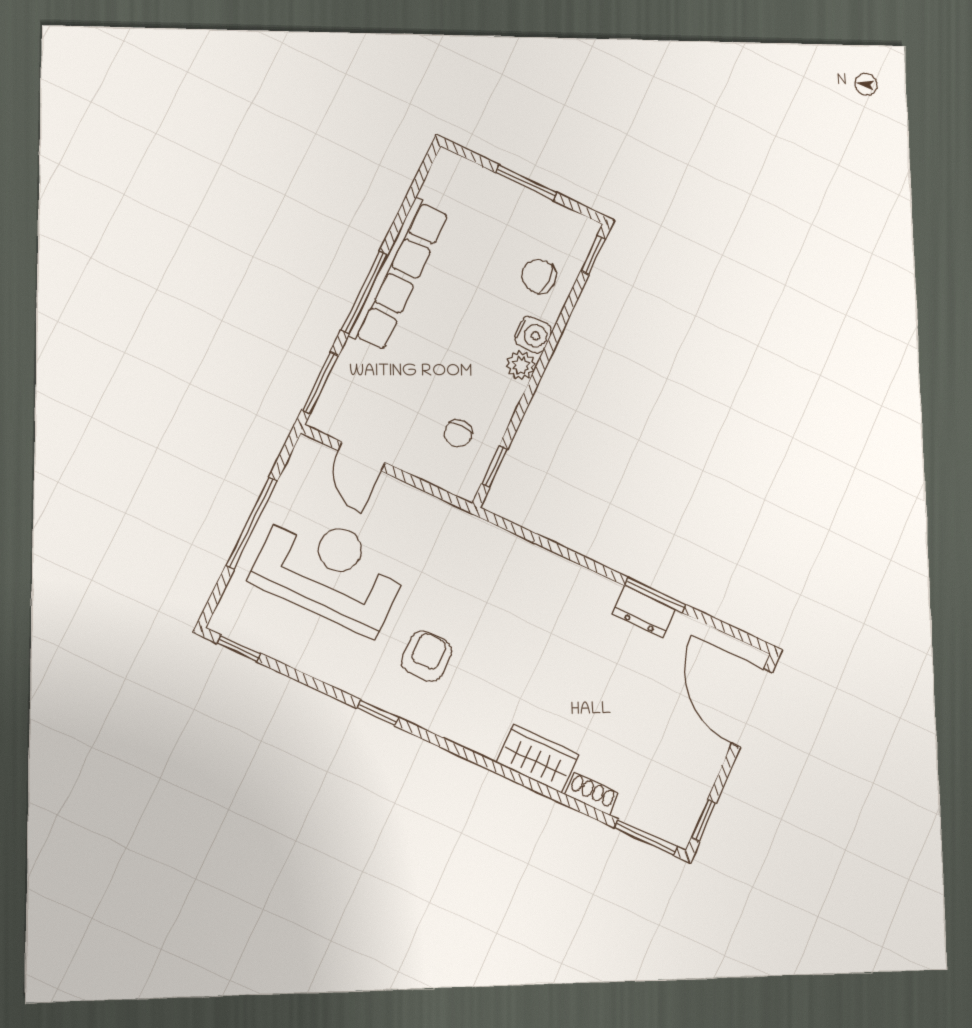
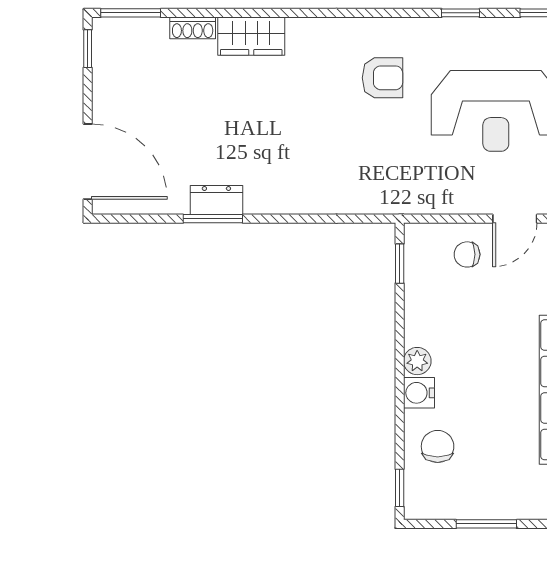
chair: (539, 276) -> (438, 446), turned -90
chair: (458, 433) -> (467, 254), moved, turned -90
door: (362, 457) -> (515, 219), swing flipped
armchair: (427, 656) -> (382, 78), turned -90
window: (378, 713) -> (461, 13), moved

